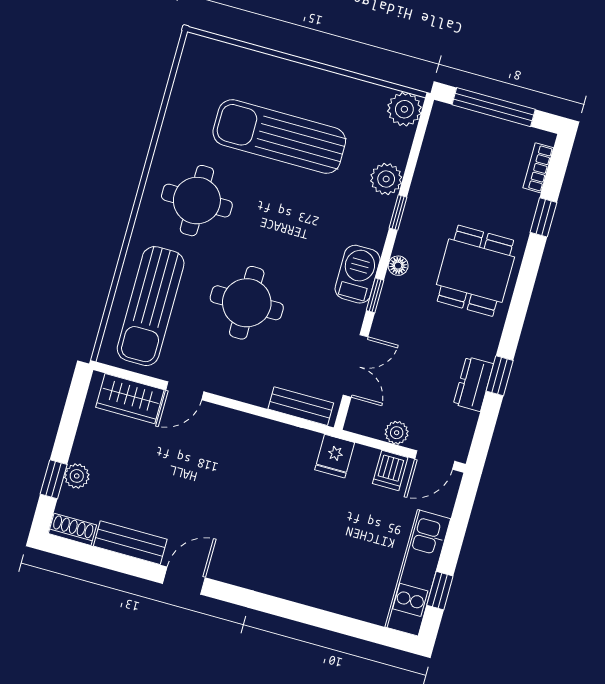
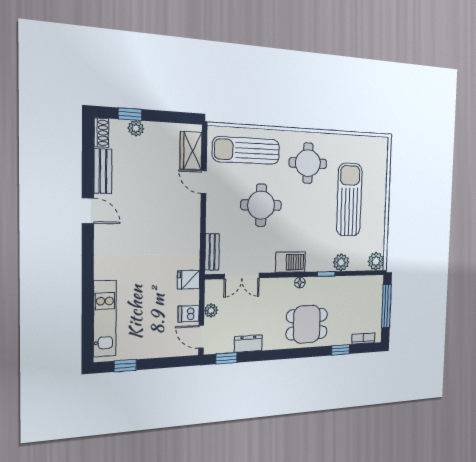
window: (375, 295) -> (282, 275), removed
window: (500, 376) -> (226, 358), moved
kitchen unit: (418, 573) -> (105, 319), moved, turned 90

